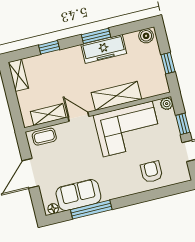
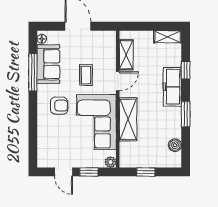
boiler: (146, 36) -> (175, 145), moved
freezer: (104, 49) -> (172, 87), moved
coffee table: (44, 137) -> (86, 75), moved
armchair: (151, 172) -> (59, 106), moved

